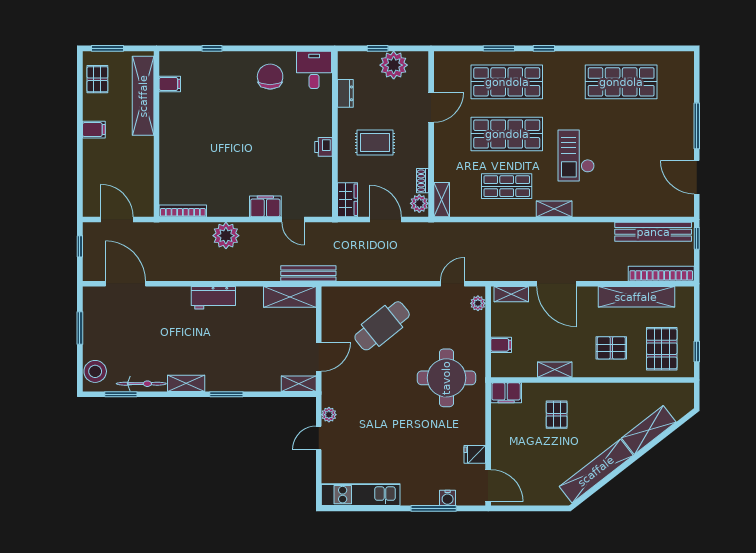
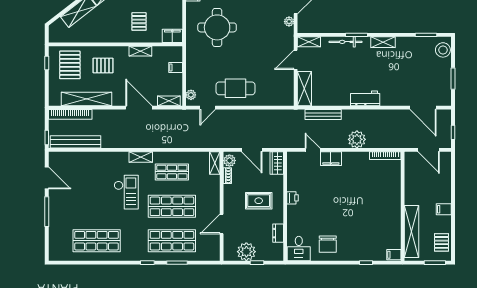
filing cabinet: (170, 84) -> (394, 255), moved
bench: (308, 273) -> (323, 115), moved
shelving: (290, 297) -> (304, 89), moved, turned 90
cafe table: (382, 326) -> (235, 88), moved, turned 39
round table: (446, 378) -> (217, 27), moved
bicycle: (141, 384) -> (345, 42), moved

